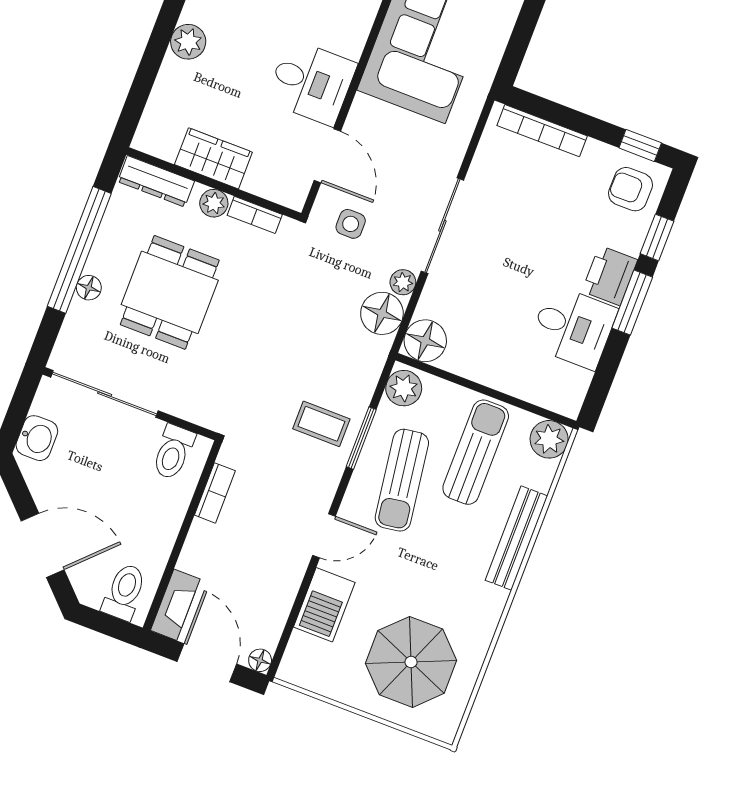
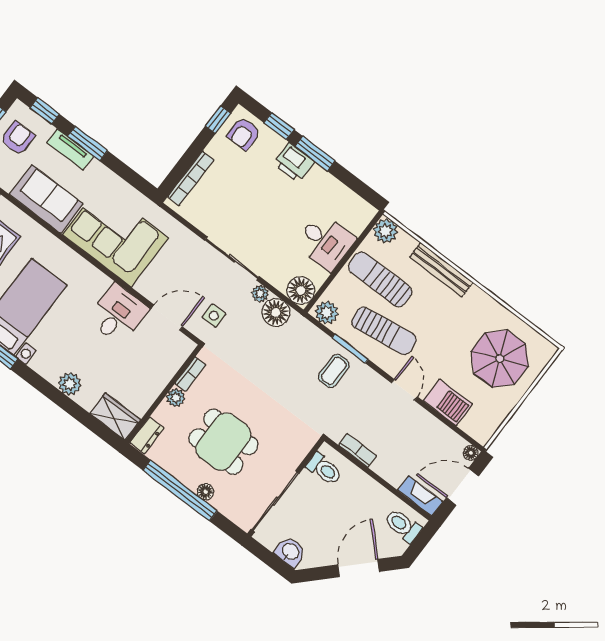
wardrobe: (213, 158) -> (115, 417), moved, turned 90
dresser: (156, 181) -> (147, 435), width x0.70
desk: (573, 327) -> (325, 242), moved, turned 90

